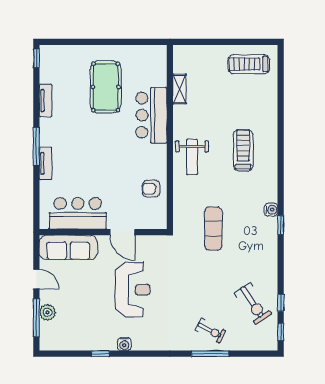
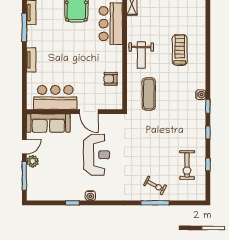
window: (36, 147) -> (24, 27), moved
exercise mat: (213, 229) -> (149, 94), moved
door: (36, 279) -> (24, 147), hinge flipped
exercise bike: (253, 303) -> (187, 165), turned 34
plant: (47, 312) -> (33, 161), moved
window: (281, 332) -> (208, 132), moved

